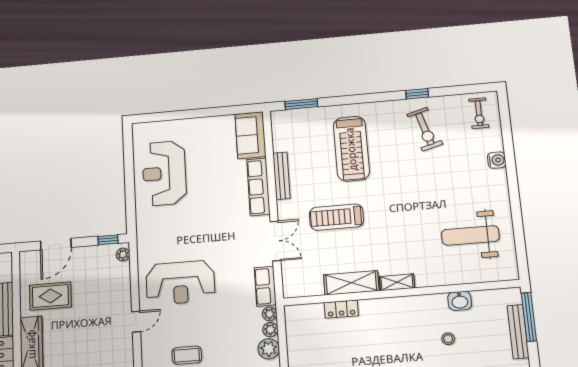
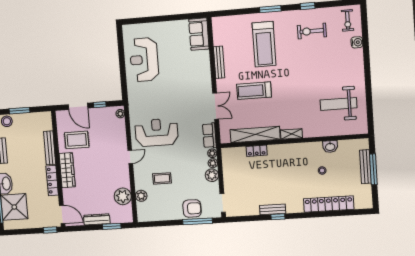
window: (301, 104) -> (270, 9), moved
exercise bike: (425, 129) -> (312, 31), turned 106
water cooler: (497, 160) -> (357, 42), moved
row of seats: (258, 187) -> (204, 70), removed
window: (108, 240) -> (100, 105), moved
door: (56, 244) -> (78, 106), hinge flipped
reception desk: (180, 283) -> (157, 132), turned 180
shelving: (351, 283) -> (255, 135), width x1.47
window: (529, 317) -> (373, 169), moved

